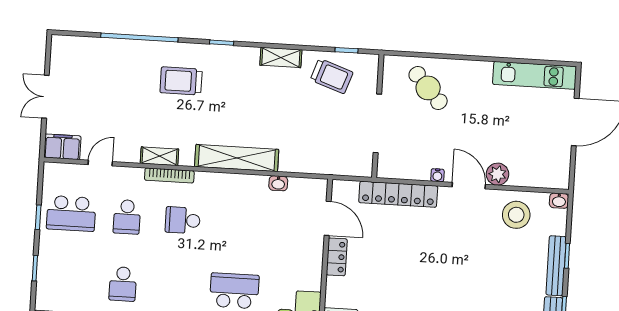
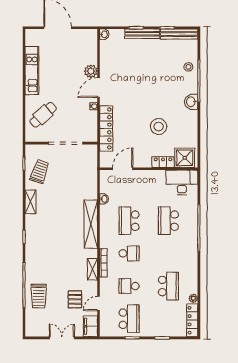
kitchen unit: (535, 75) -> (32, 71), moved
trolley: (181, 81) -> (39, 296), moved
double door: (45, 97) -> (62, 338), swing flipped
pallet: (110, 123) -> (75, 299), added
door: (100, 163) -> (99, 304), hinge flipped
stool: (516, 215) -> (159, 127), moved
school desk: (127, 217) -> (129, 286), turned 180
school desk: (183, 220) -> (129, 253), turned -90
school desk: (238, 224) -> (129, 221), added
locker: (337, 257) -> (163, 162), moved
school desk: (123, 284) -> (168, 286), width x1.85

